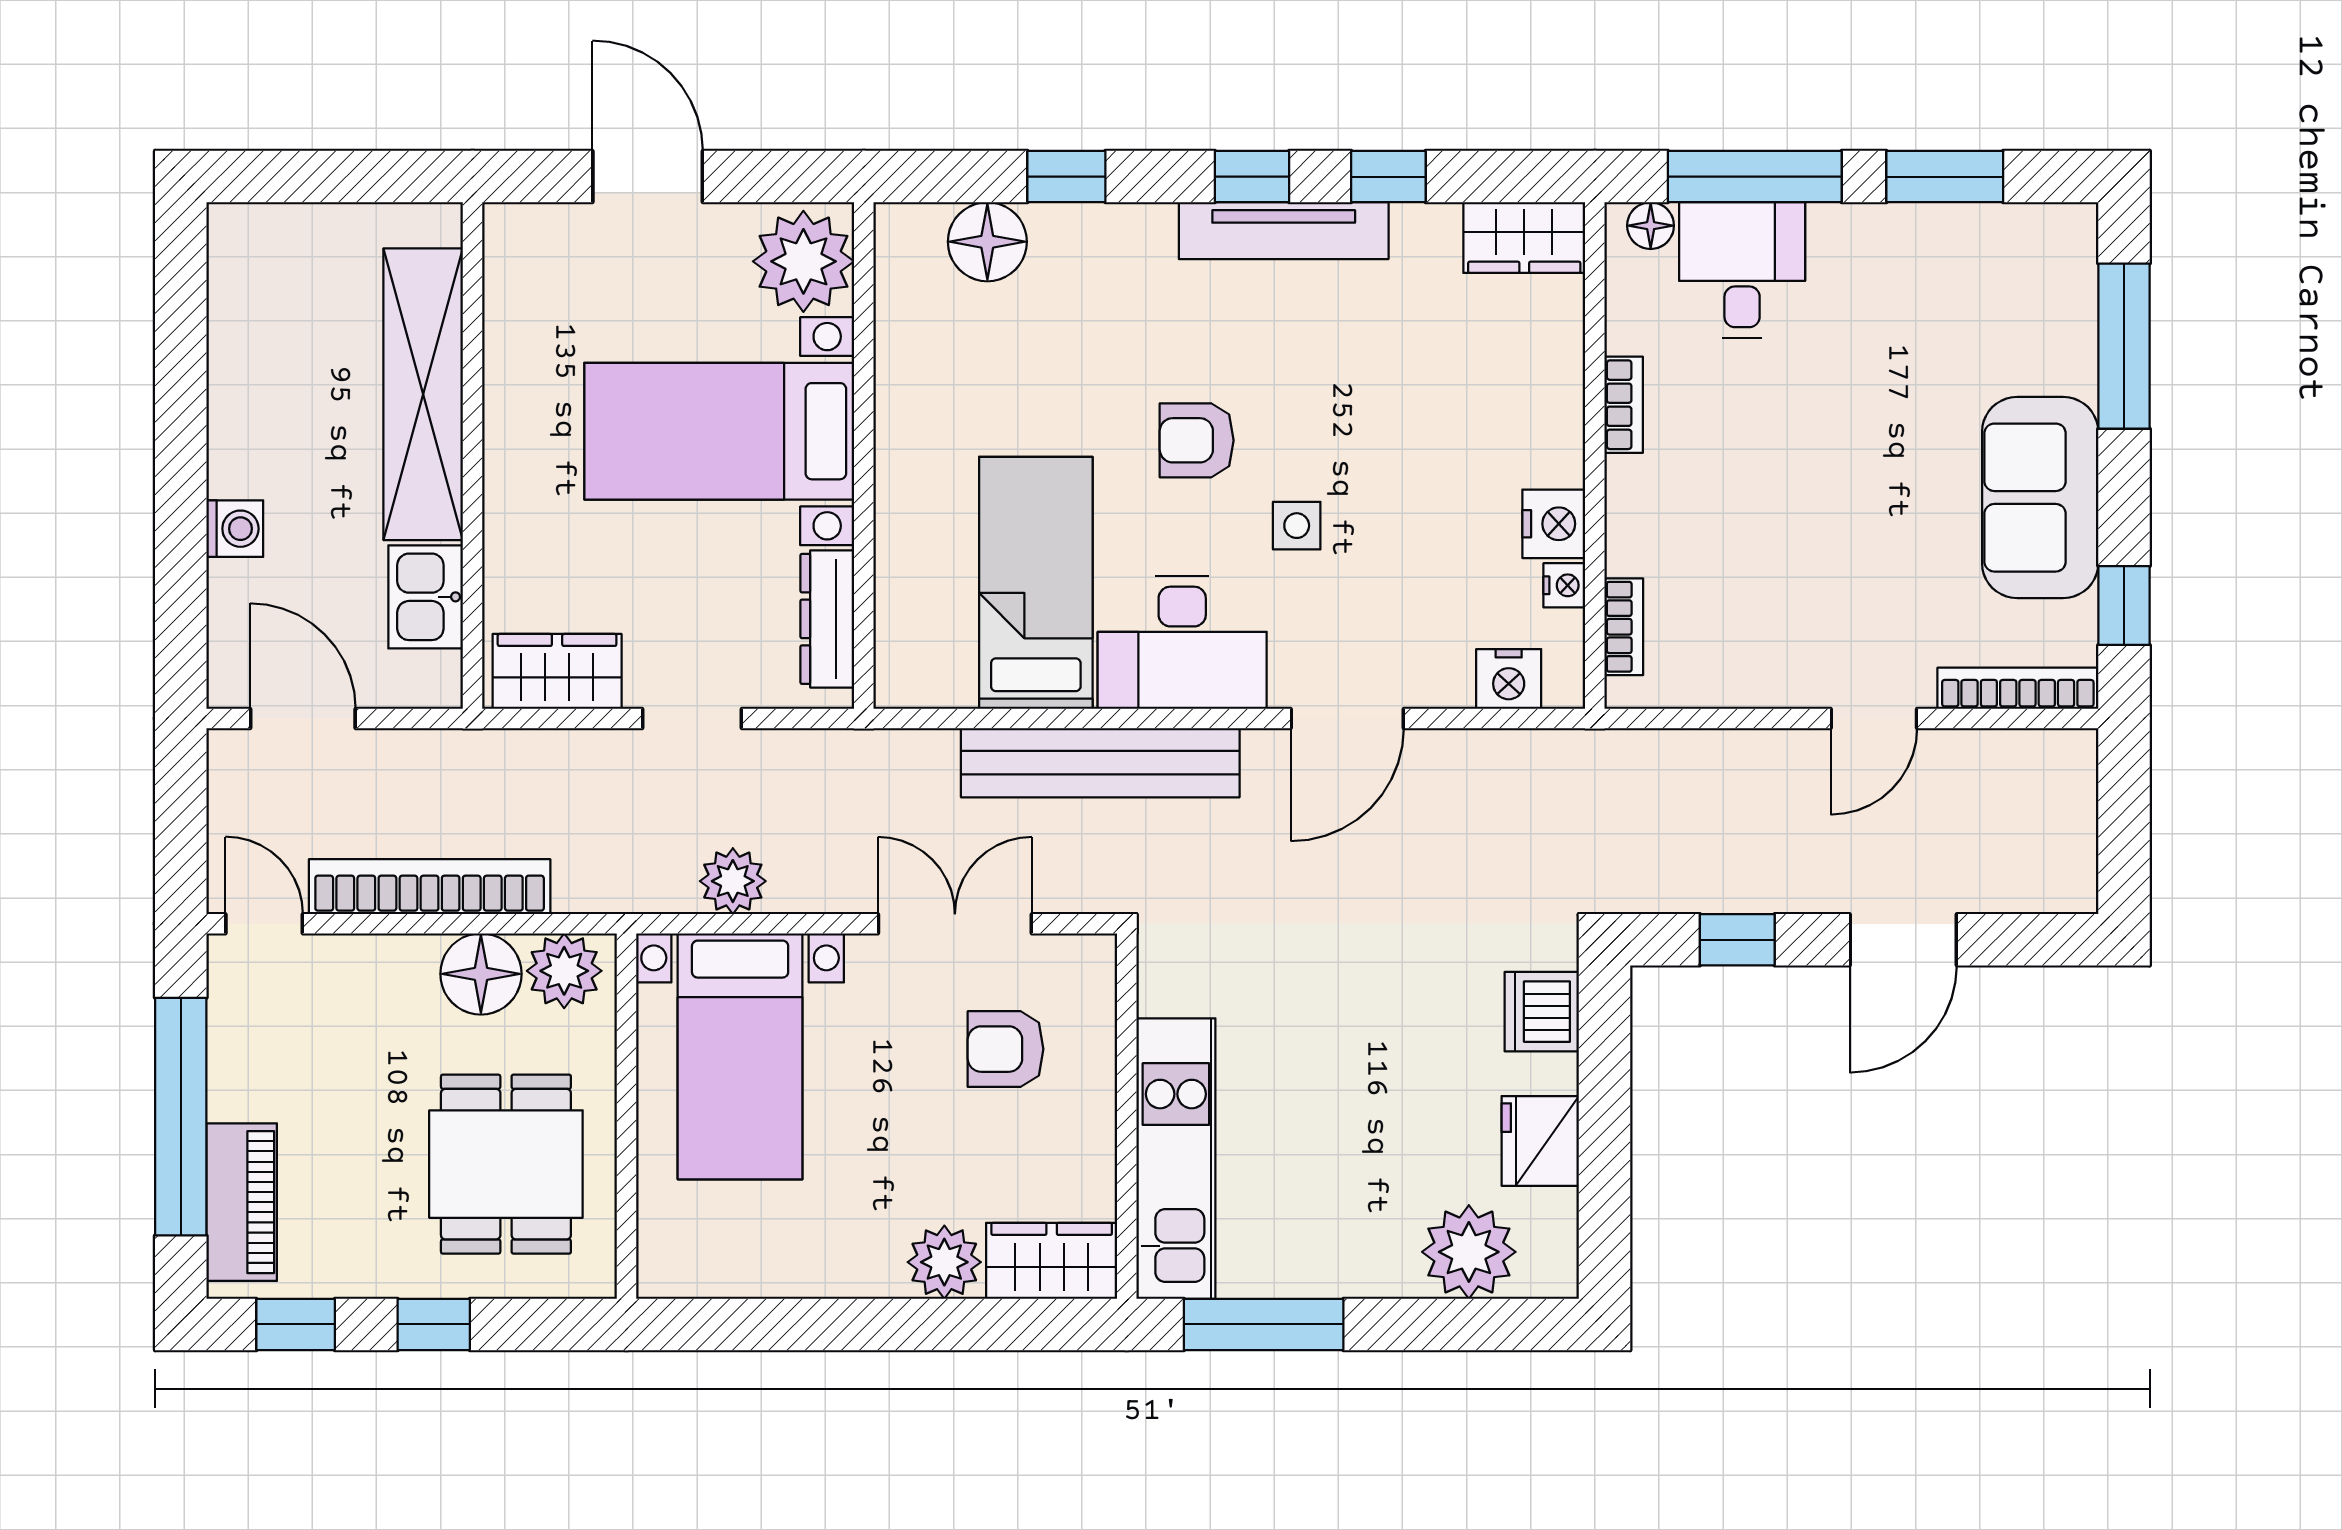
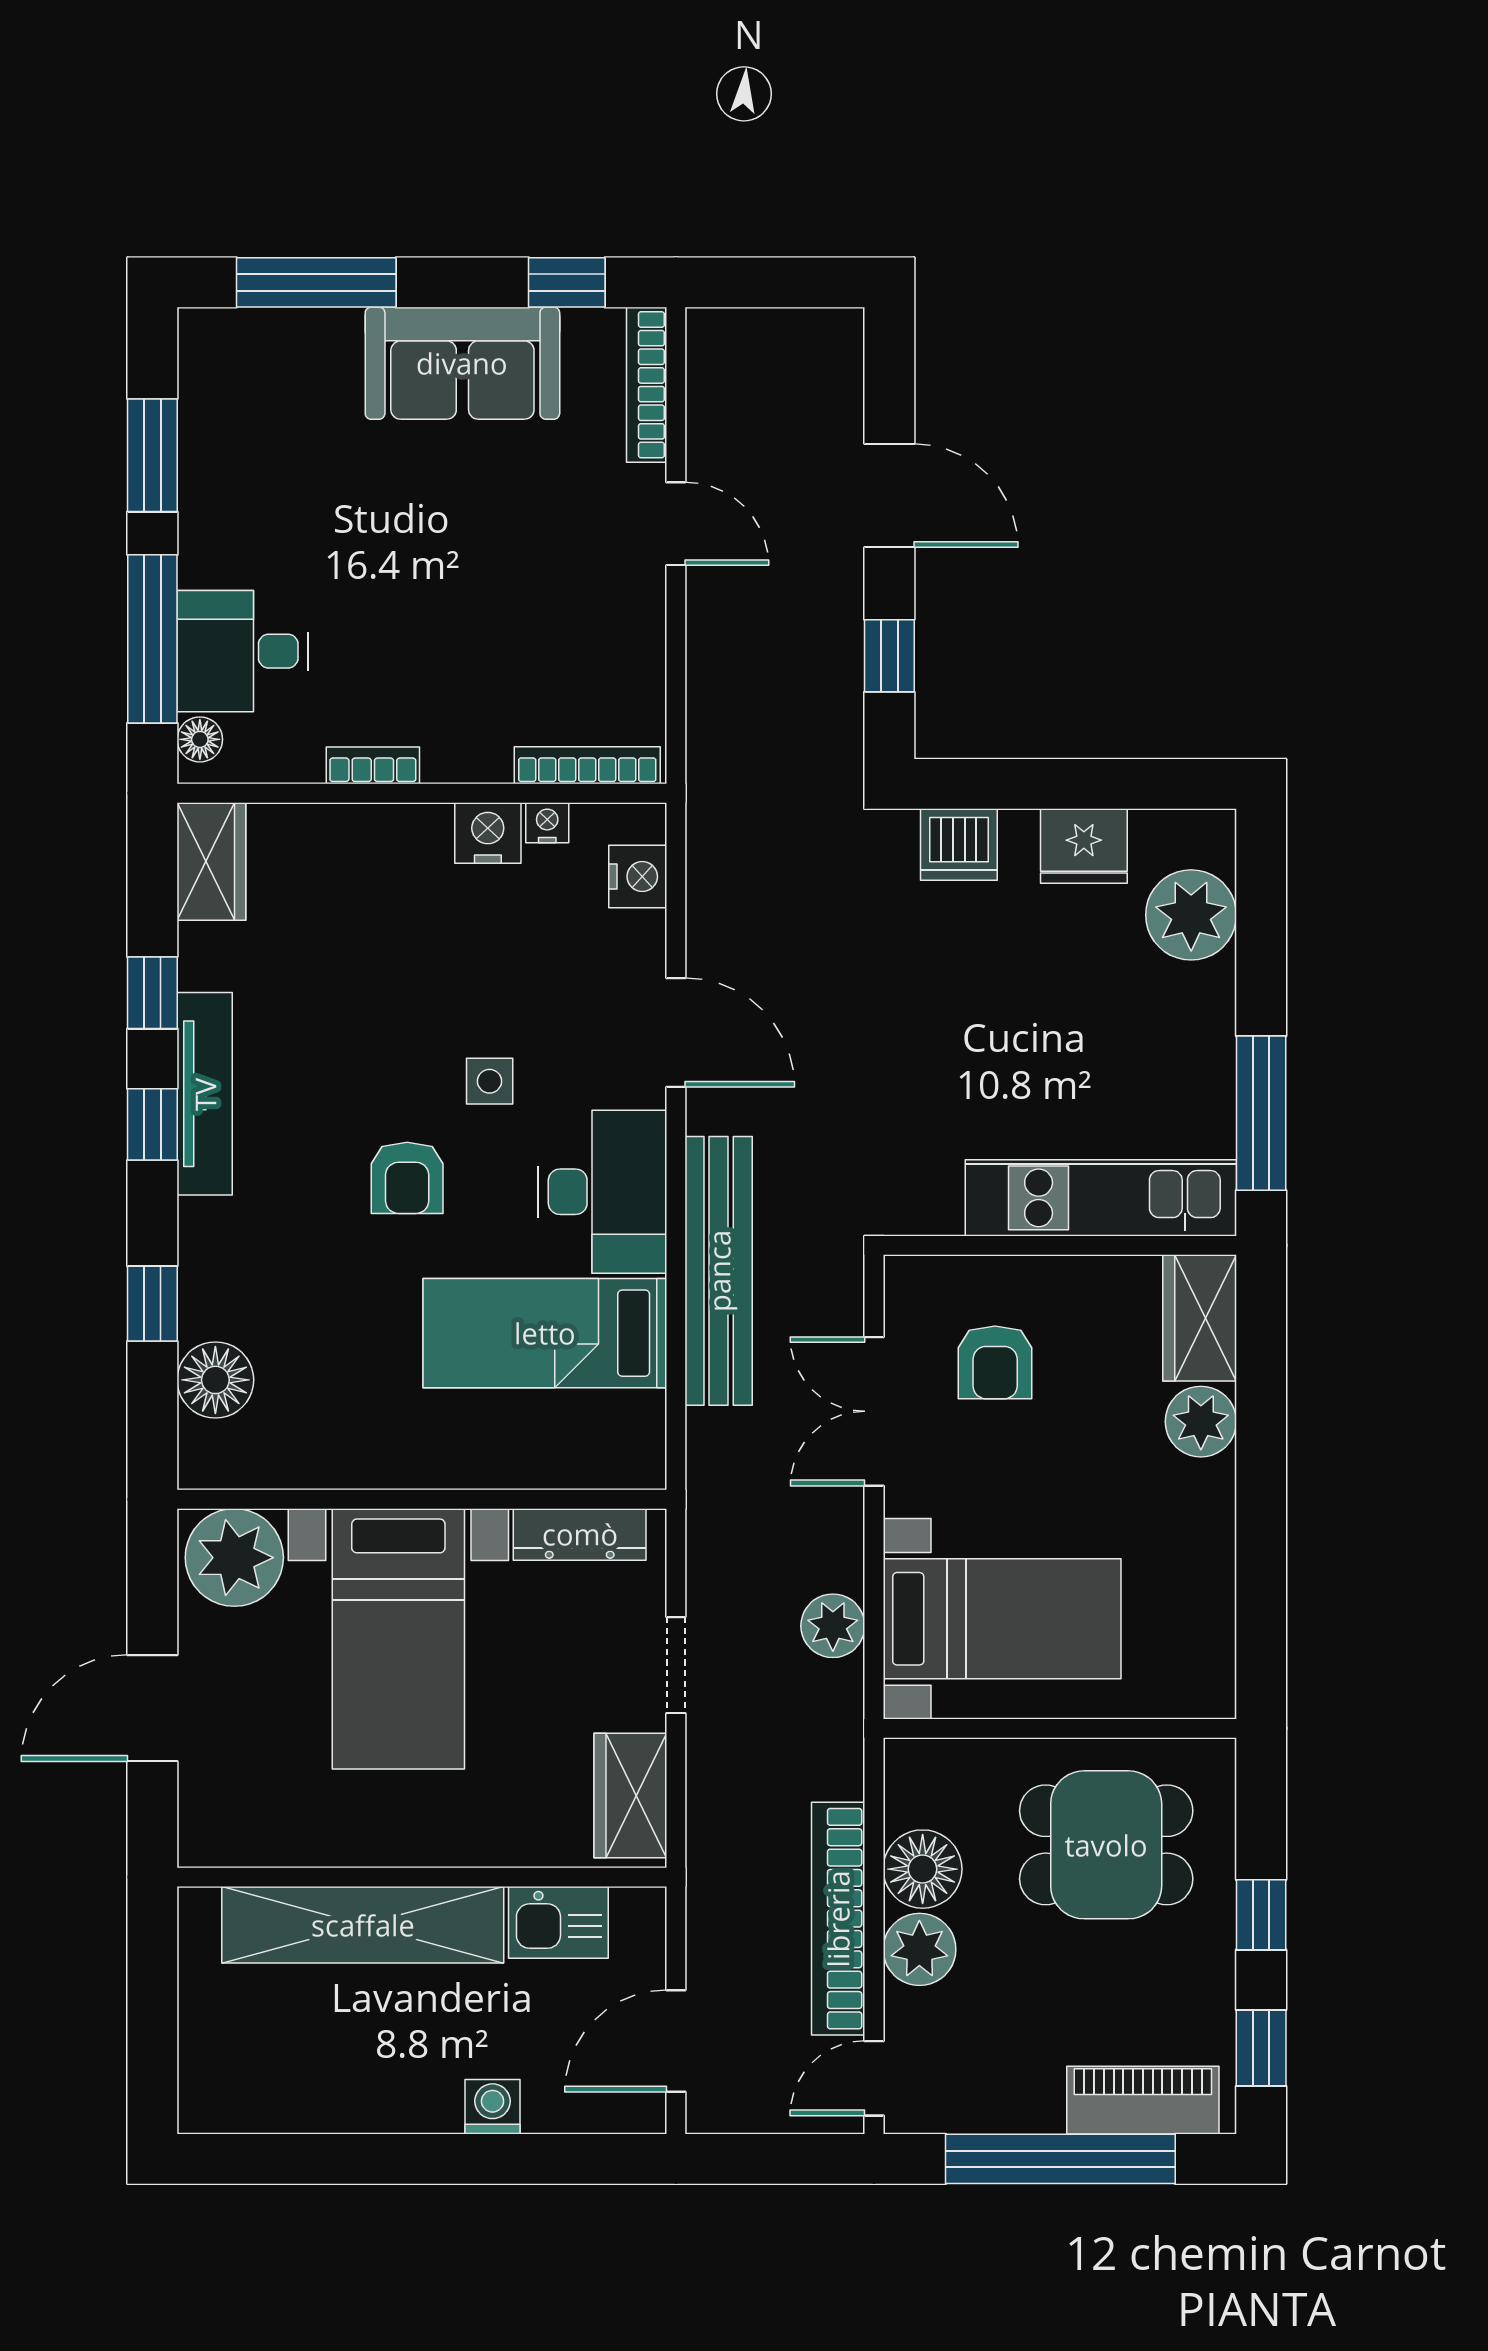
bookcase: (1624, 627) -> (587, 765), width x1.56
plant: (564, 971) -> (919, 1949), moved

